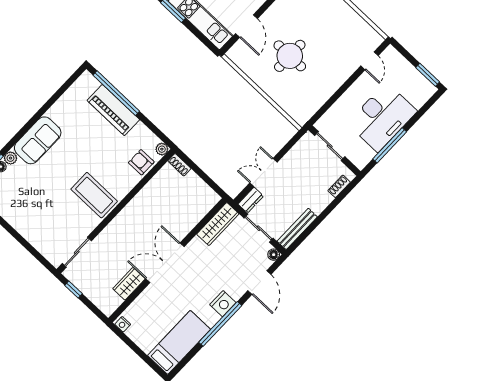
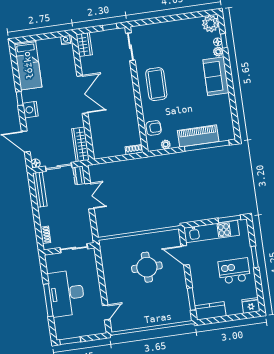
door: (369, 61) -> (106, 312), swing flipped
window: (390, 145) -> (48, 300), moved
plant: (162, 149) -> (166, 144), moved
coffee table: (94, 195) -> (156, 84), turned 90
wardrobe: (129, 284) -> (84, 44), moved
window: (220, 324) -> (20, 98), width x0.32

